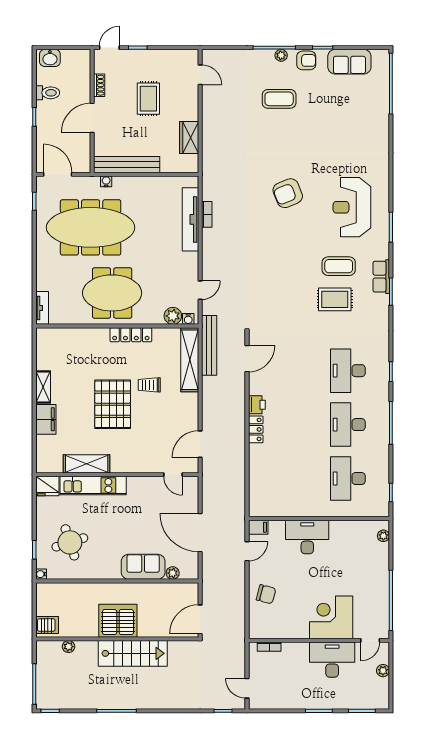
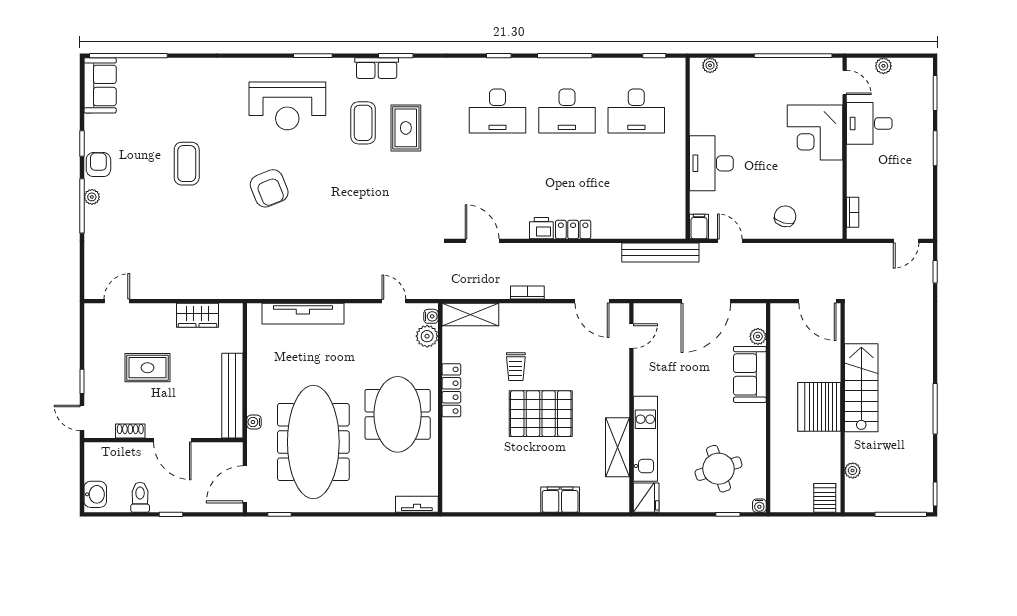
sofa: (349, 62) -> (100, 85), moved
coffee table: (279, 99) -> (187, 164), moved
bookcase: (207, 214) -> (527, 292), moved
bench: (209, 345) -> (660, 252), moved
shelving: (190, 360) -> (470, 314), width x0.68
shelving: (43, 387) -> (518, 503), removed
desk: (332, 660) -> (869, 123), width x0.73

